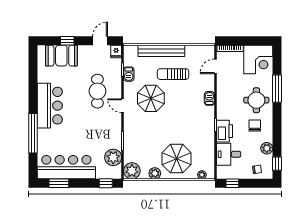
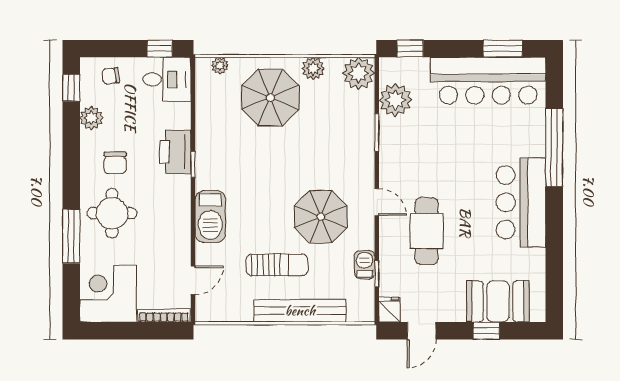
barbecue: (209, 98) -> (210, 217), width x1.88, depth x1.53
desk: (229, 154) -> (167, 79), moved

